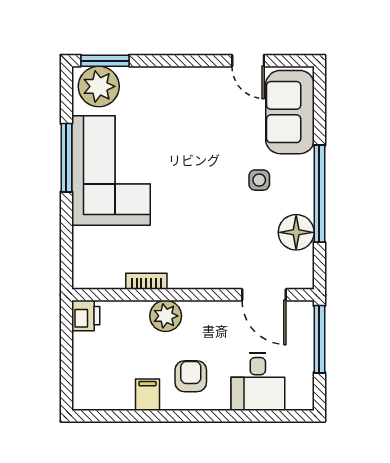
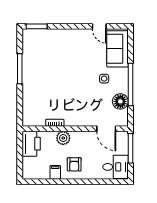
plant: (99, 86) -> (34, 38), removed
corner sofa: (111, 171) -> (39, 74), removed
printer: (86, 316) -> (31, 144), width x1.87, depth x1.48
armchair: (191, 376) -> (74, 164), turned 180
desk: (258, 382) -> (115, 167), moved, turned -90

